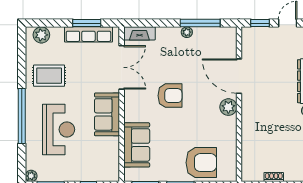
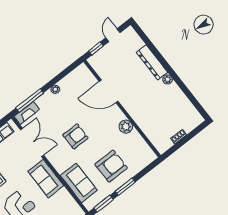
window: (200, 23) -> (30, 100), moved
plant: (228, 107) -> (126, 127), moved
armchair: (201, 163) -> (111, 166), moved

